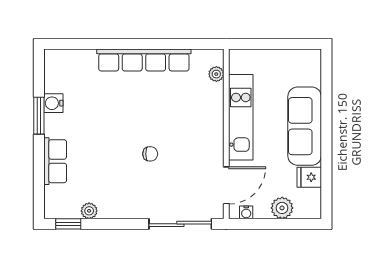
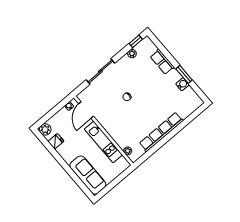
sofa: (305, 126) -> (88, 175), moved
plant: (282, 208) -> (45, 129), moved
sliding door: (180, 224) -> (100, 71), moved

